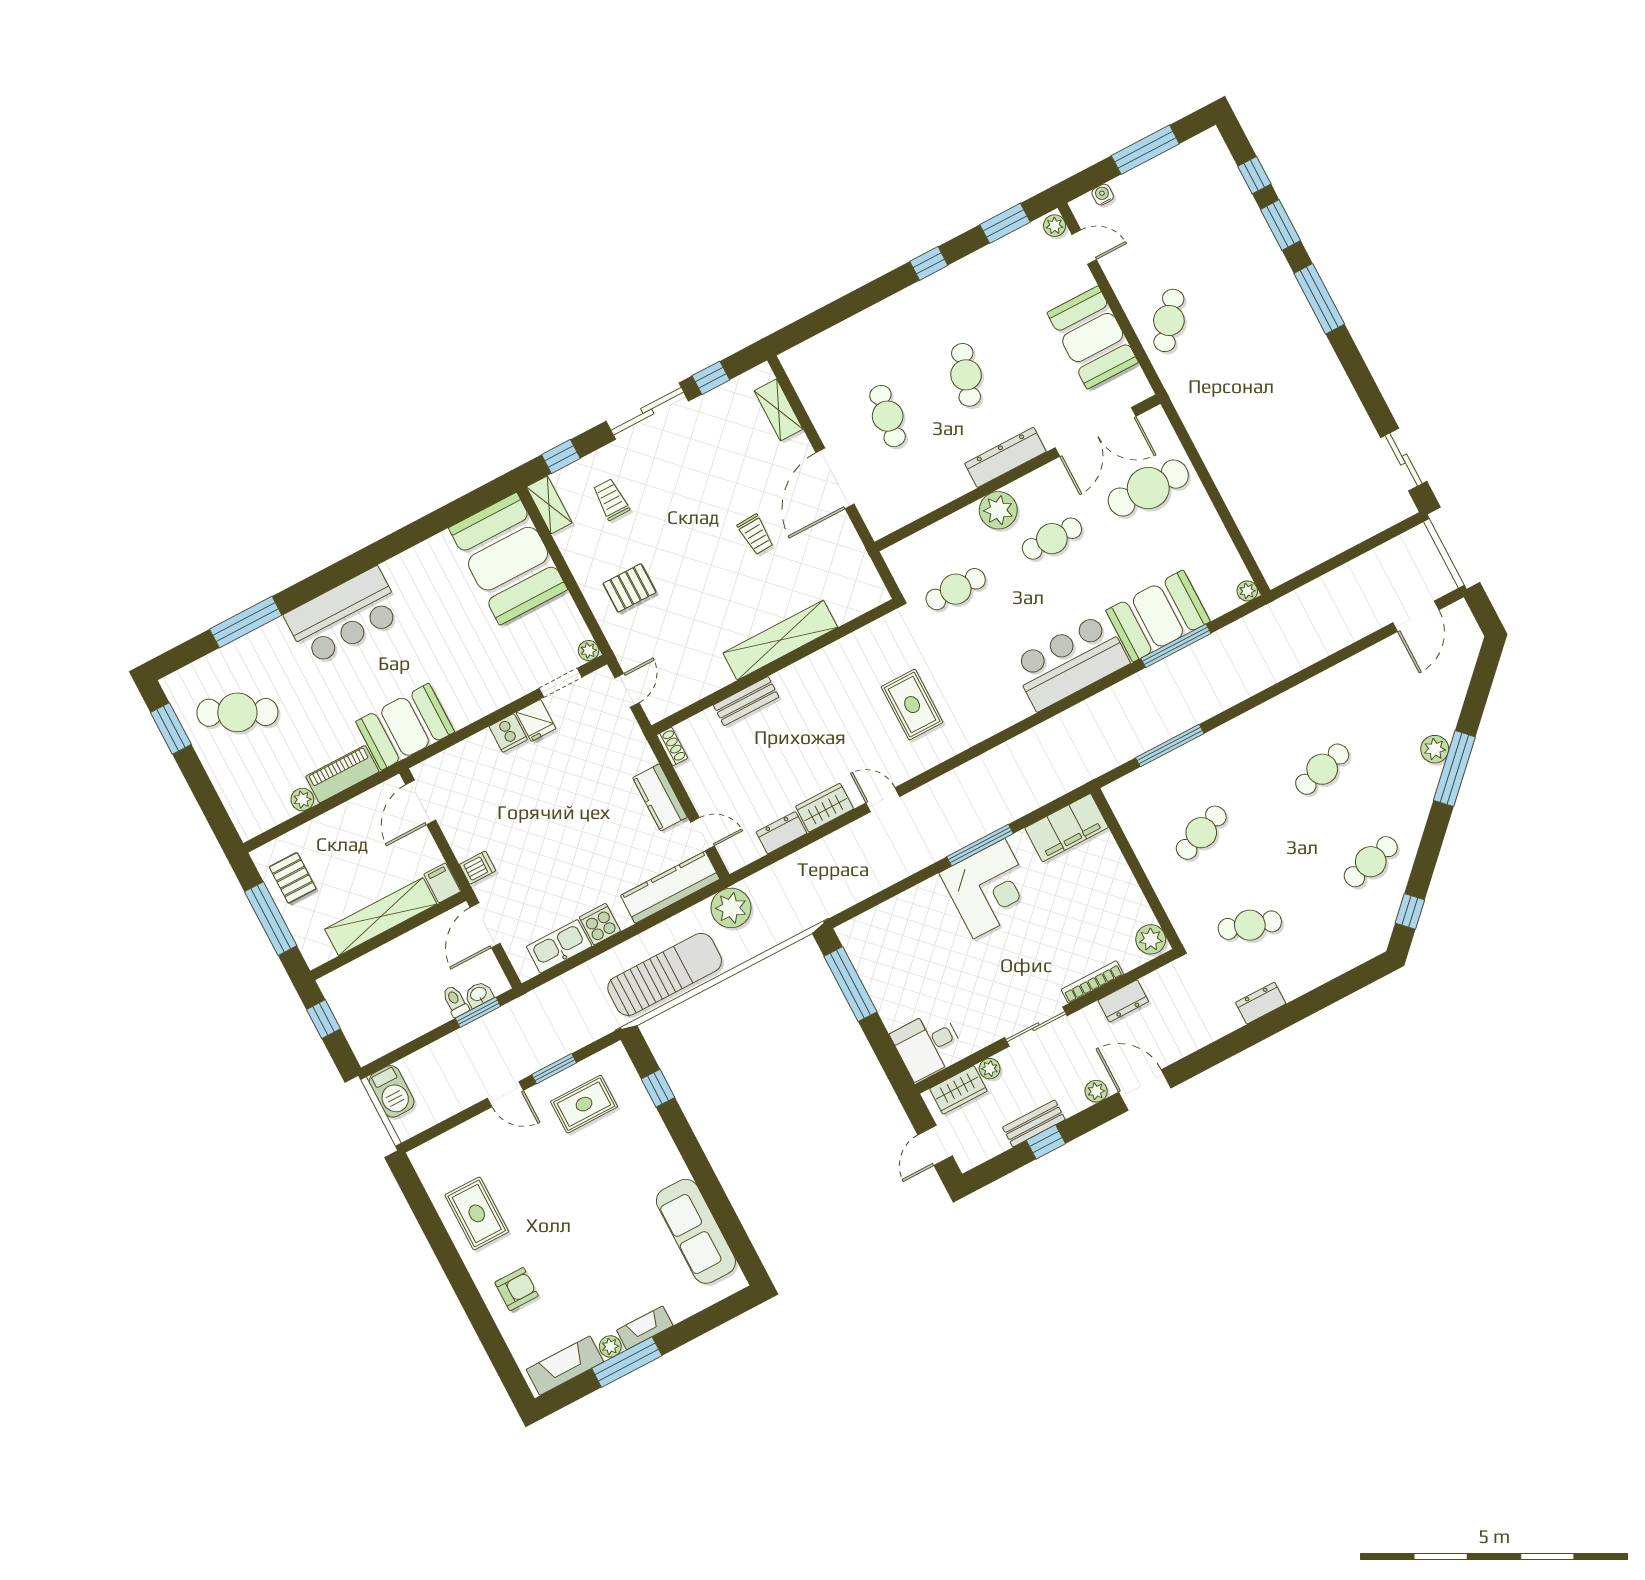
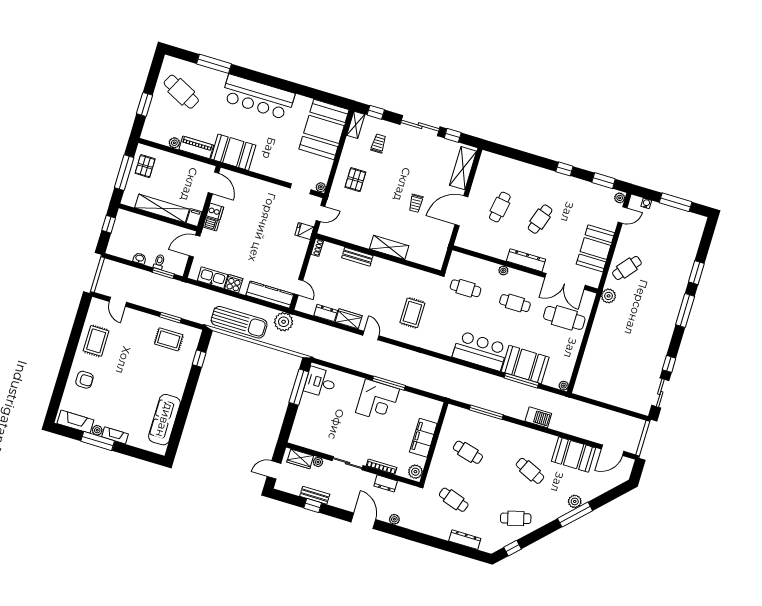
window: (1254, 175) -> (669, 364), moved
door: (1084, 247) -> (623, 215), hinge flipped
plant: (1182, 390) -> (609, 296), added
shelving: (779, 410) -> (463, 168), width x1.50, depth x1.33
plant: (998, 510) -> (503, 270), width x0.53, depth x0.53
pallet: (630, 588) -> (355, 180), turned 90
bar counter: (344, 616) -> (258, 97), width x1.36
shelving: (780, 640) -> (389, 247), width x0.68
booth: (1364, 680) -> (574, 455), added
fridge: (536, 720) -> (304, 231), moved, turned 90
window: (171, 728) -> (145, 104), moved
cooker: (508, 733) -> (215, 211), moved, turned -90
cafe table: (1322, 769) -> (530, 471), turned 39
kitchen counter: (660, 797) -> (296, 261), removed
door: (421, 802) -> (213, 183), swing flipped
filing cabinet: (1067, 828) -> (423, 438), moved, turned 90
cafe table: (1201, 833) -> (468, 452), turned 36
washbasin: (479, 994) -> (140, 258), moved
dresser: (1261, 1003) -> (465, 540), moved, width x1.44
desk: (928, 1045) -> (320, 382), moved
barbecue: (392, 1091) -> (538, 417), moved, turned -90
plant: (1096, 1091) -> (394, 519), moved
door: (505, 1094) -> (118, 302), moved

